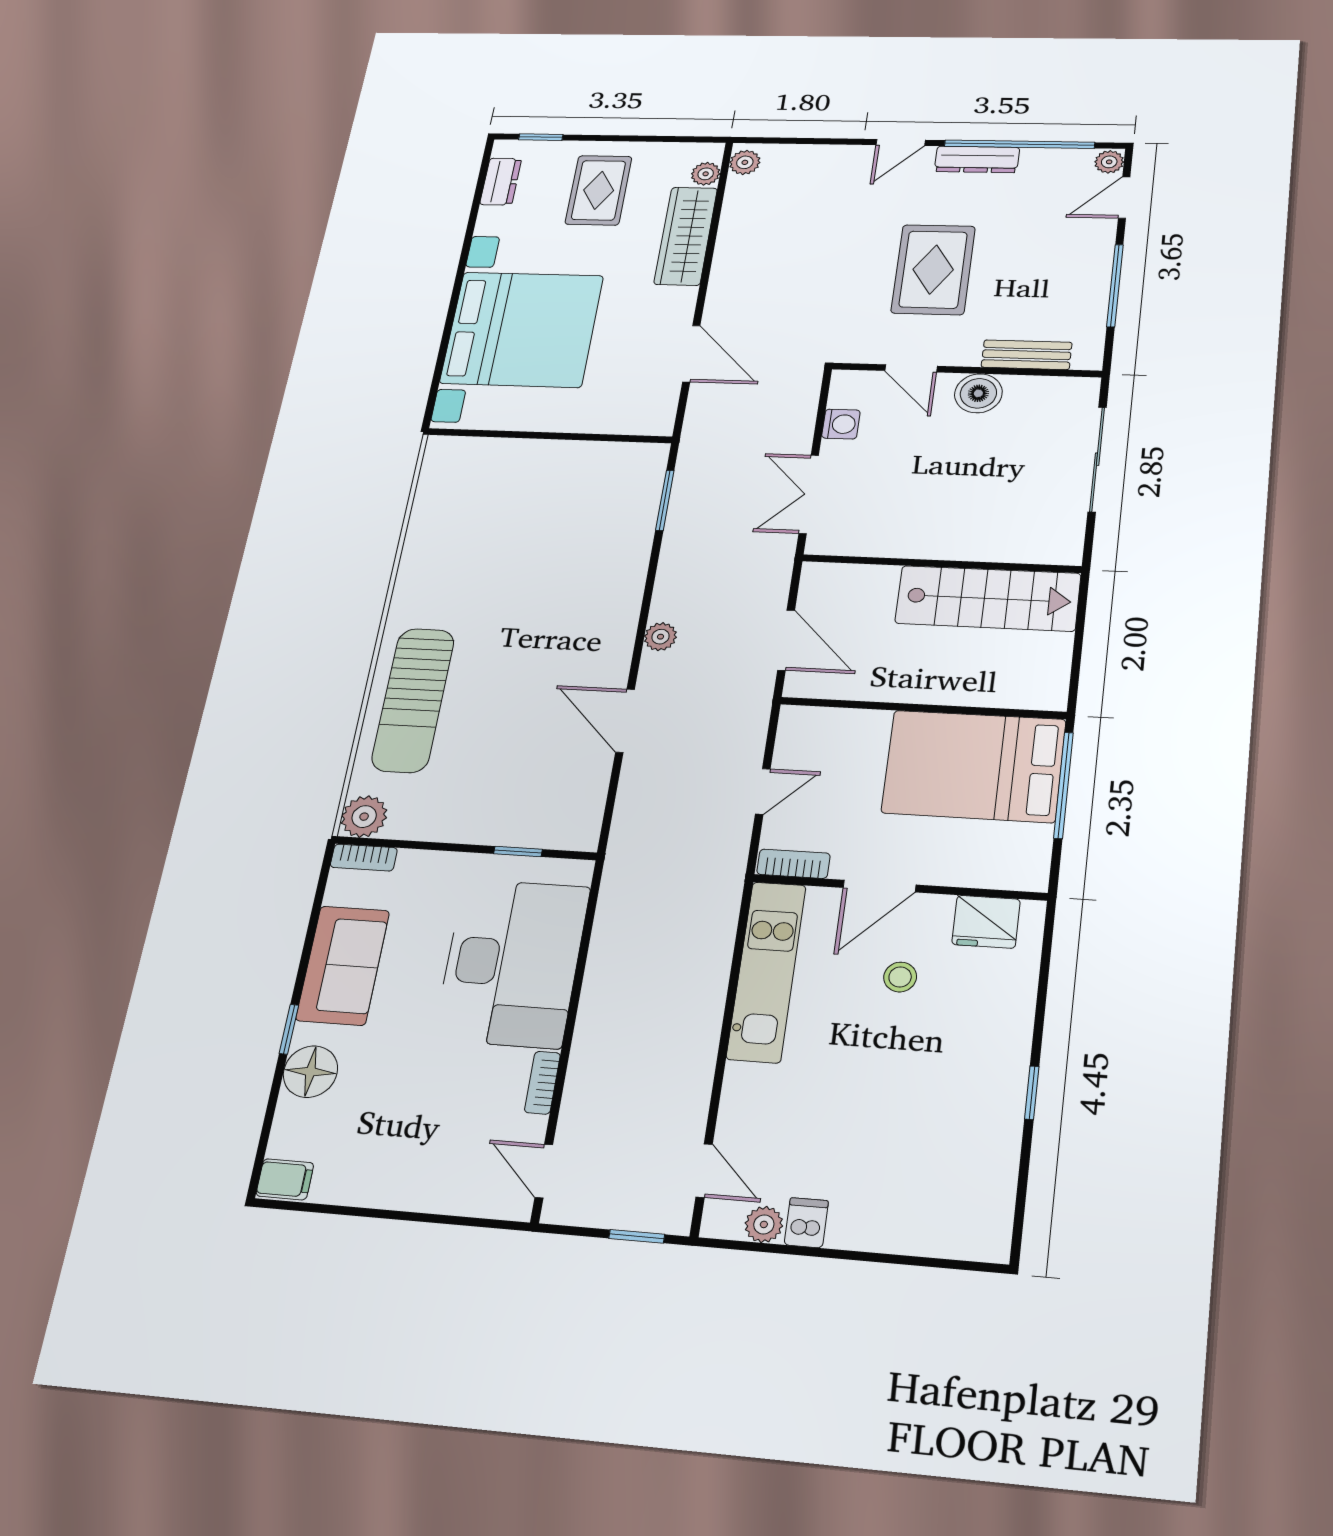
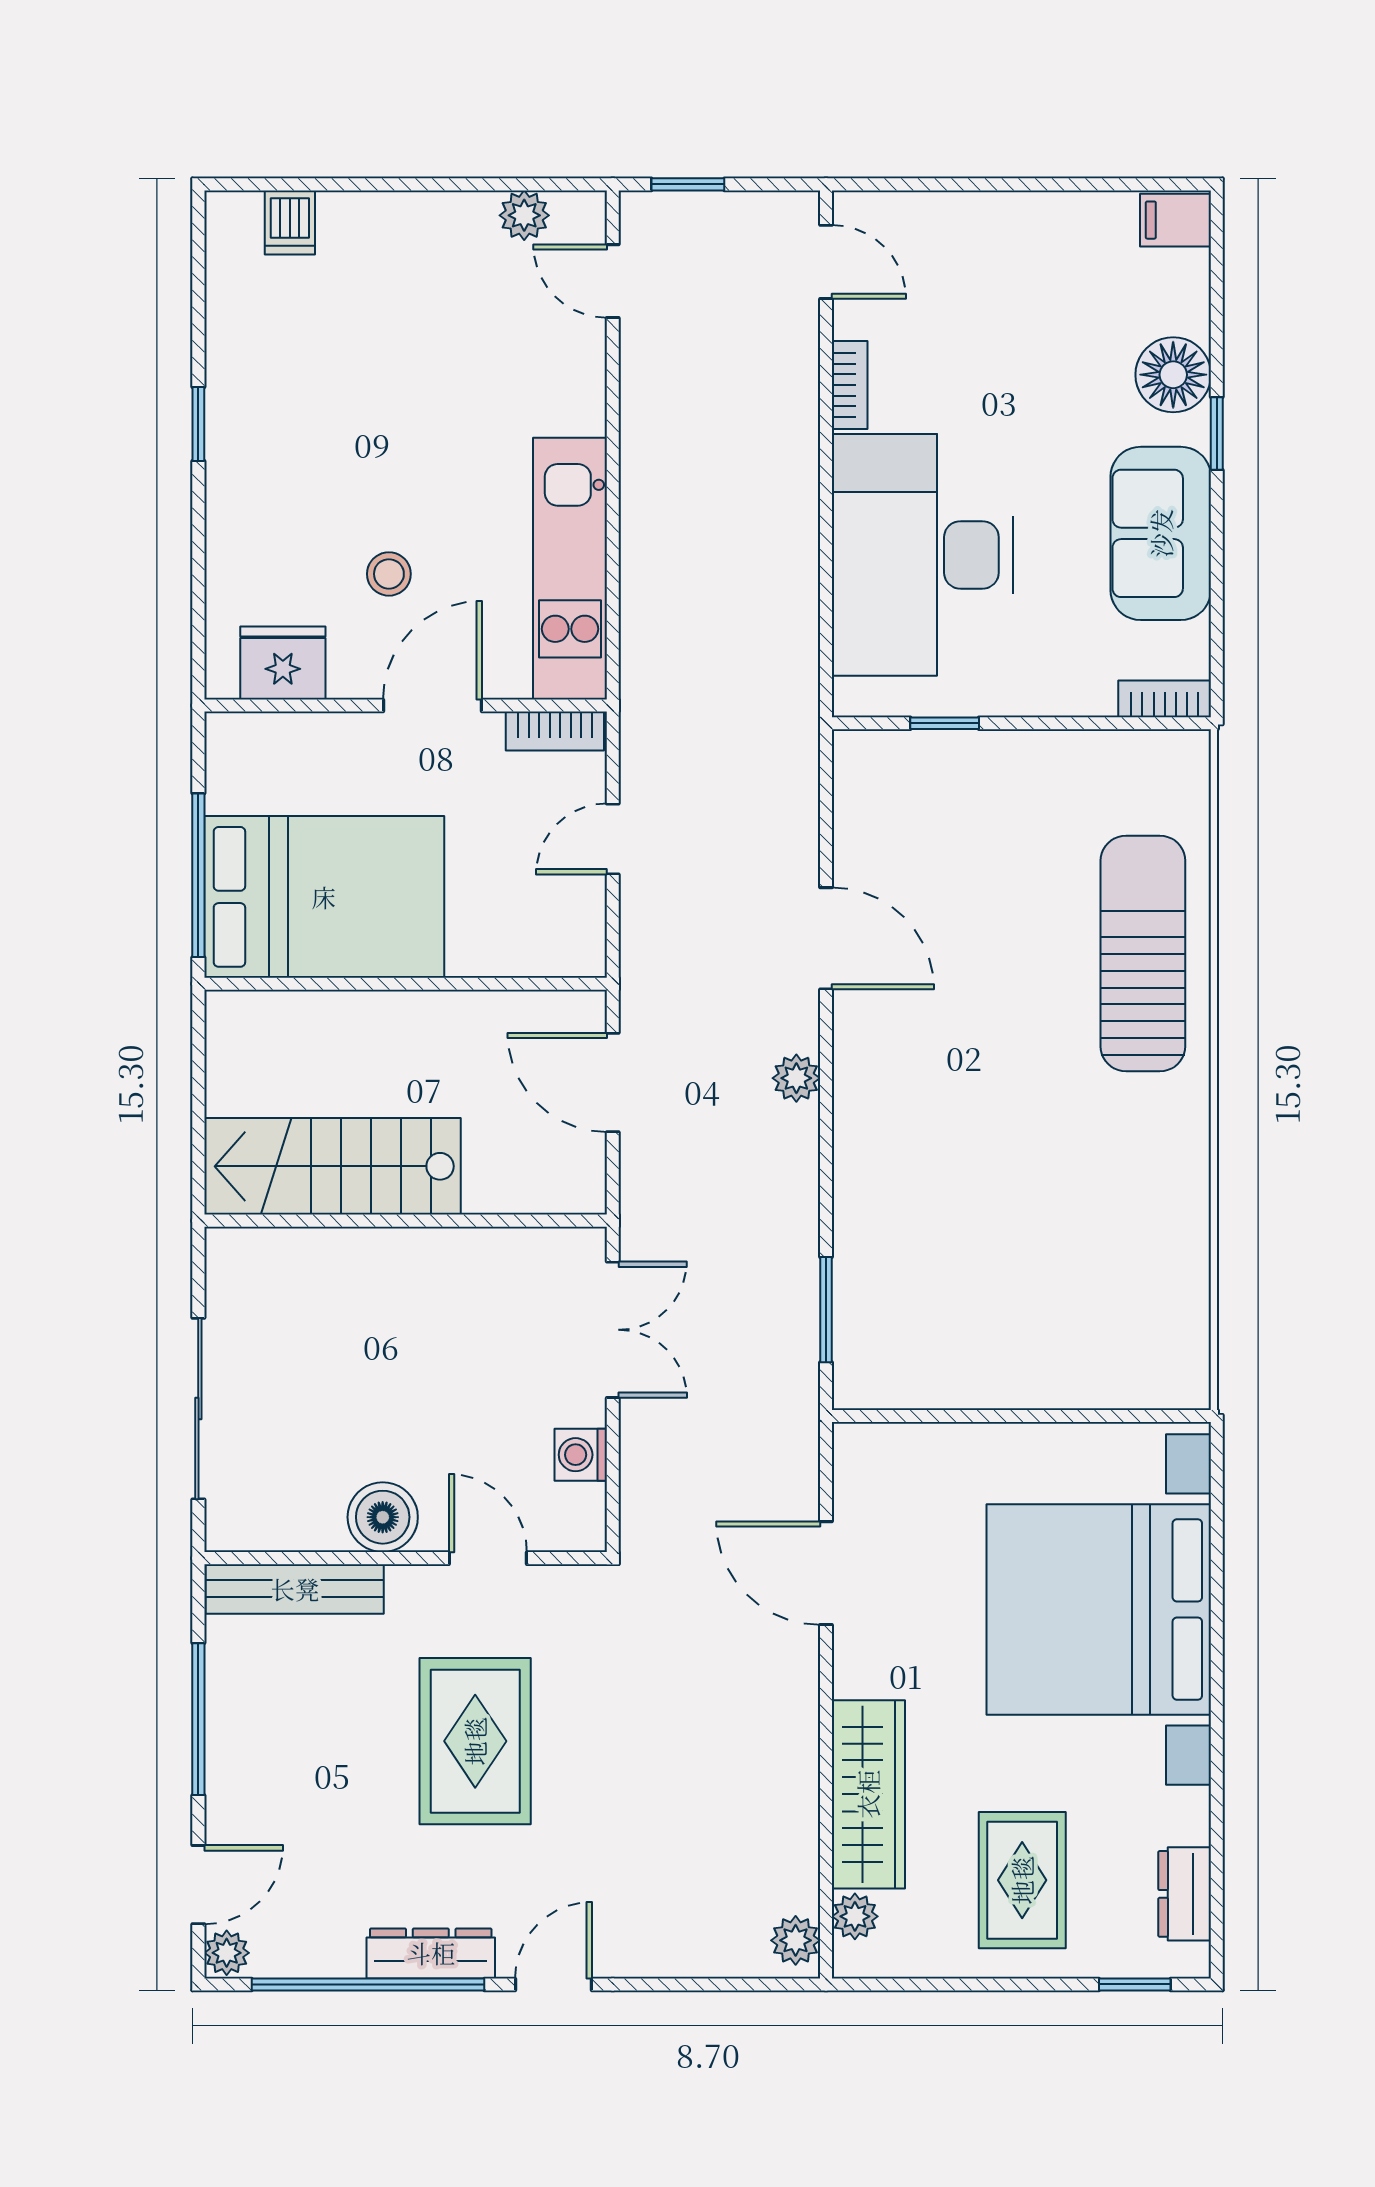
bench: (1027, 355) -> (295, 1589), width x1.36
plant: (364, 817) -> (1177, 763), removed
dishwasher: (806, 1223) -> (290, 222), moved

